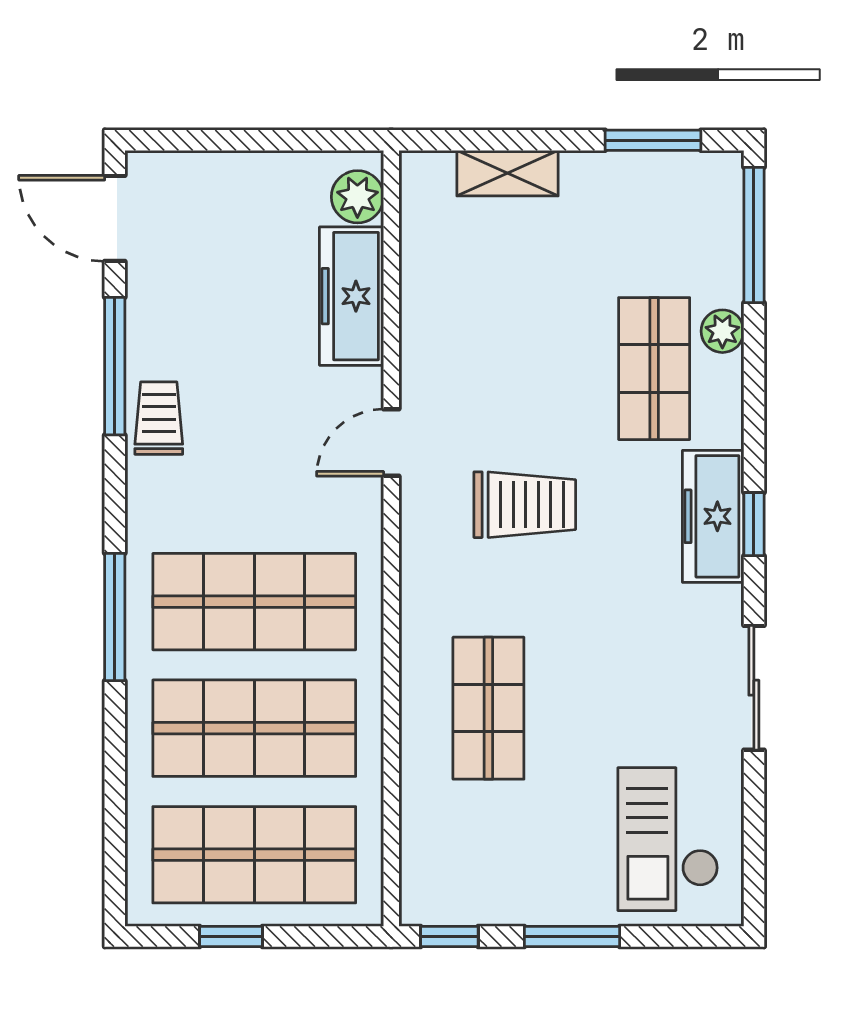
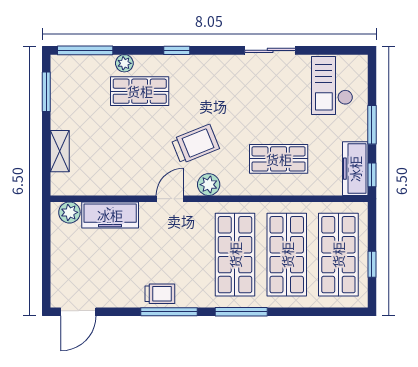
window: (115, 366) -> (169, 312), moved
trolley: (159, 418) -> (160, 294), turned 180
door: (391, 443) -> (170, 199), swing flipped
trolley: (525, 505) -> (195, 144), turned 68
freezer: (713, 516) -> (355, 169), moved, turned 90
window: (754, 524) -> (177, 50), moved
plant: (426, 537) -> (209, 185), added
checkout: (668, 839) -> (332, 86), turned 90

